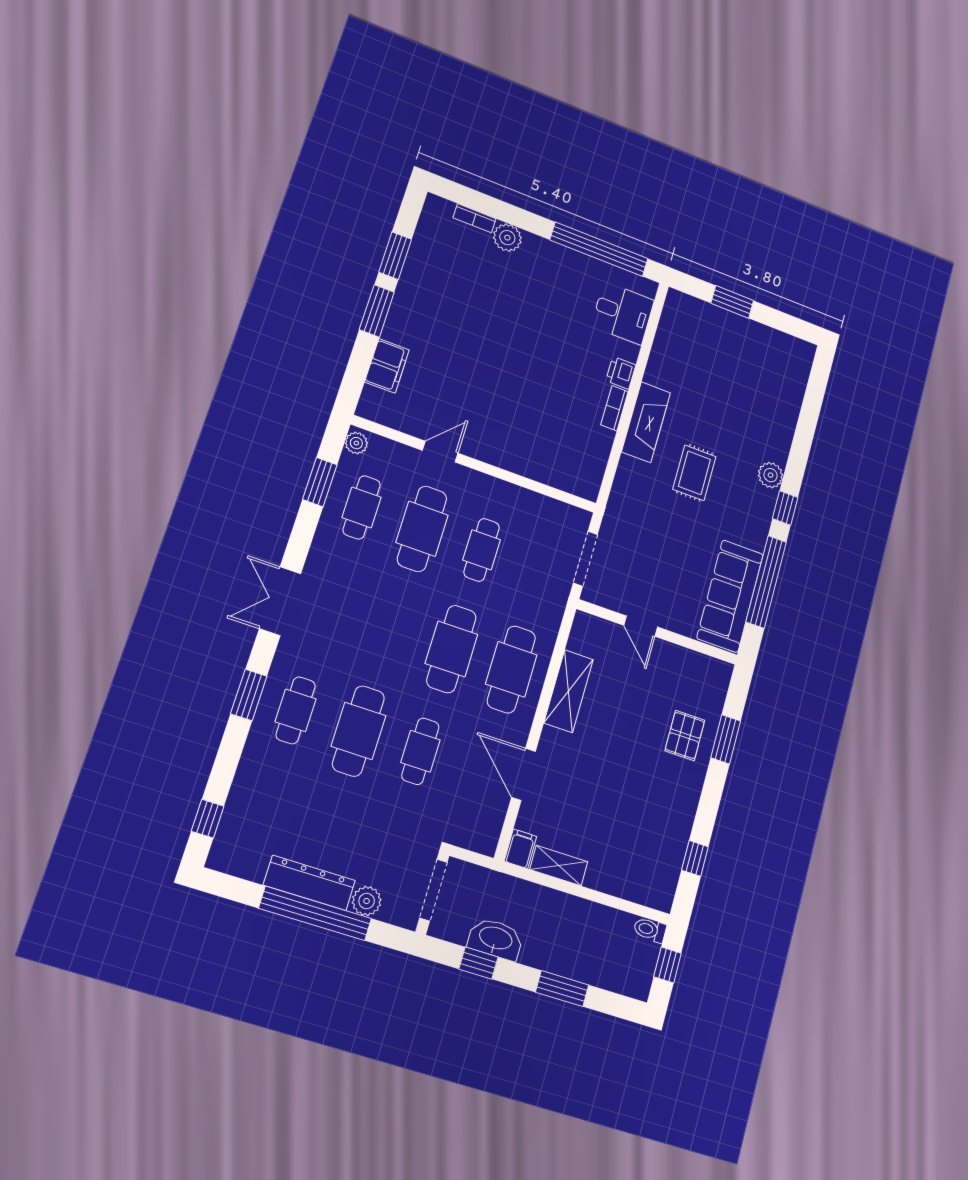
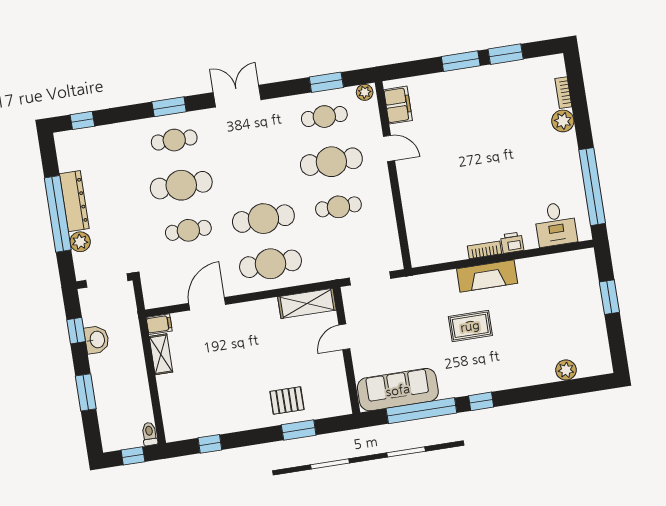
filing cabinet: (387, 366) -> (398, 105), moved, turned -90
plant: (771, 475) -> (566, 370), moved
shelving: (569, 691) -> (307, 303), moved
washbasin: (496, 939) -> (97, 340), width x0.72

